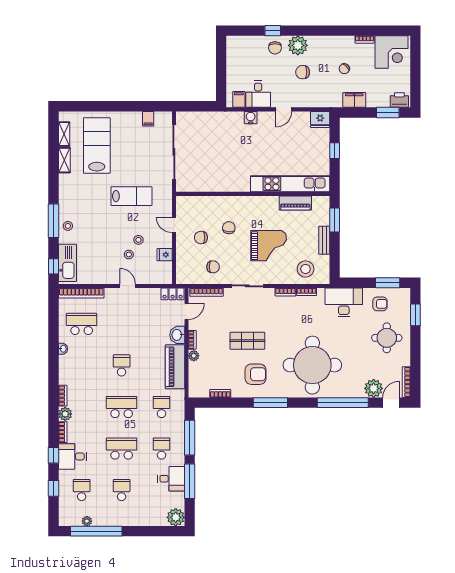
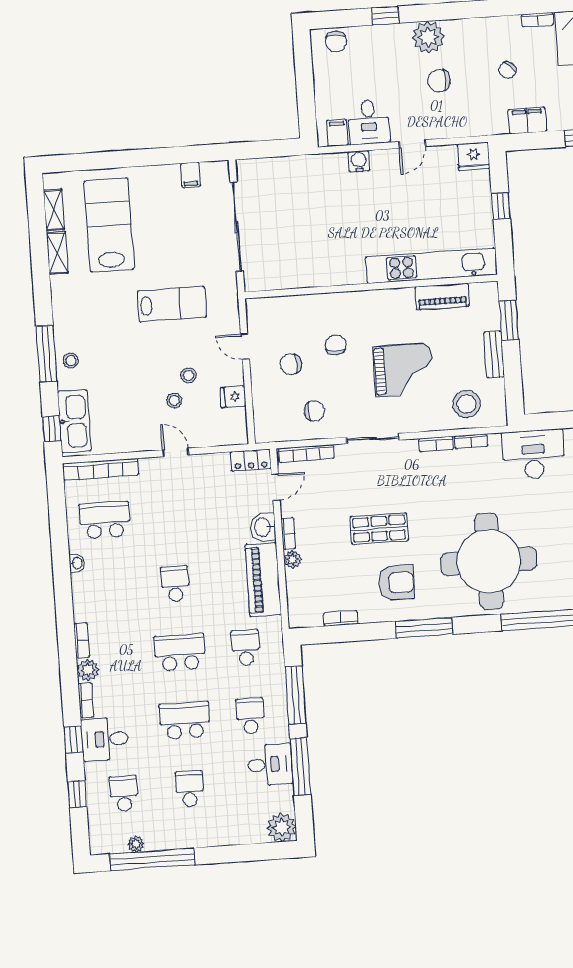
chair: (275, 48) -> (336, 41), moved

